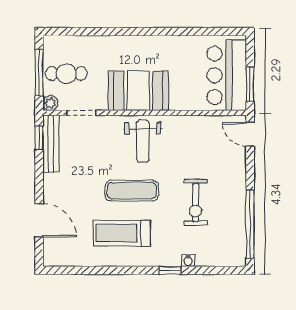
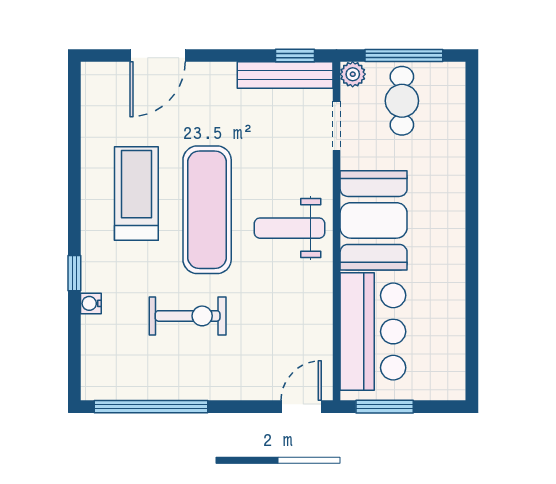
bar counter: (227, 75) -> (373, 332), moved, turned 90
exercise mat: (132, 191) -> (207, 210), width x1.36, depth x1.45
exercise bike: (196, 202) -> (188, 316), turned 180

